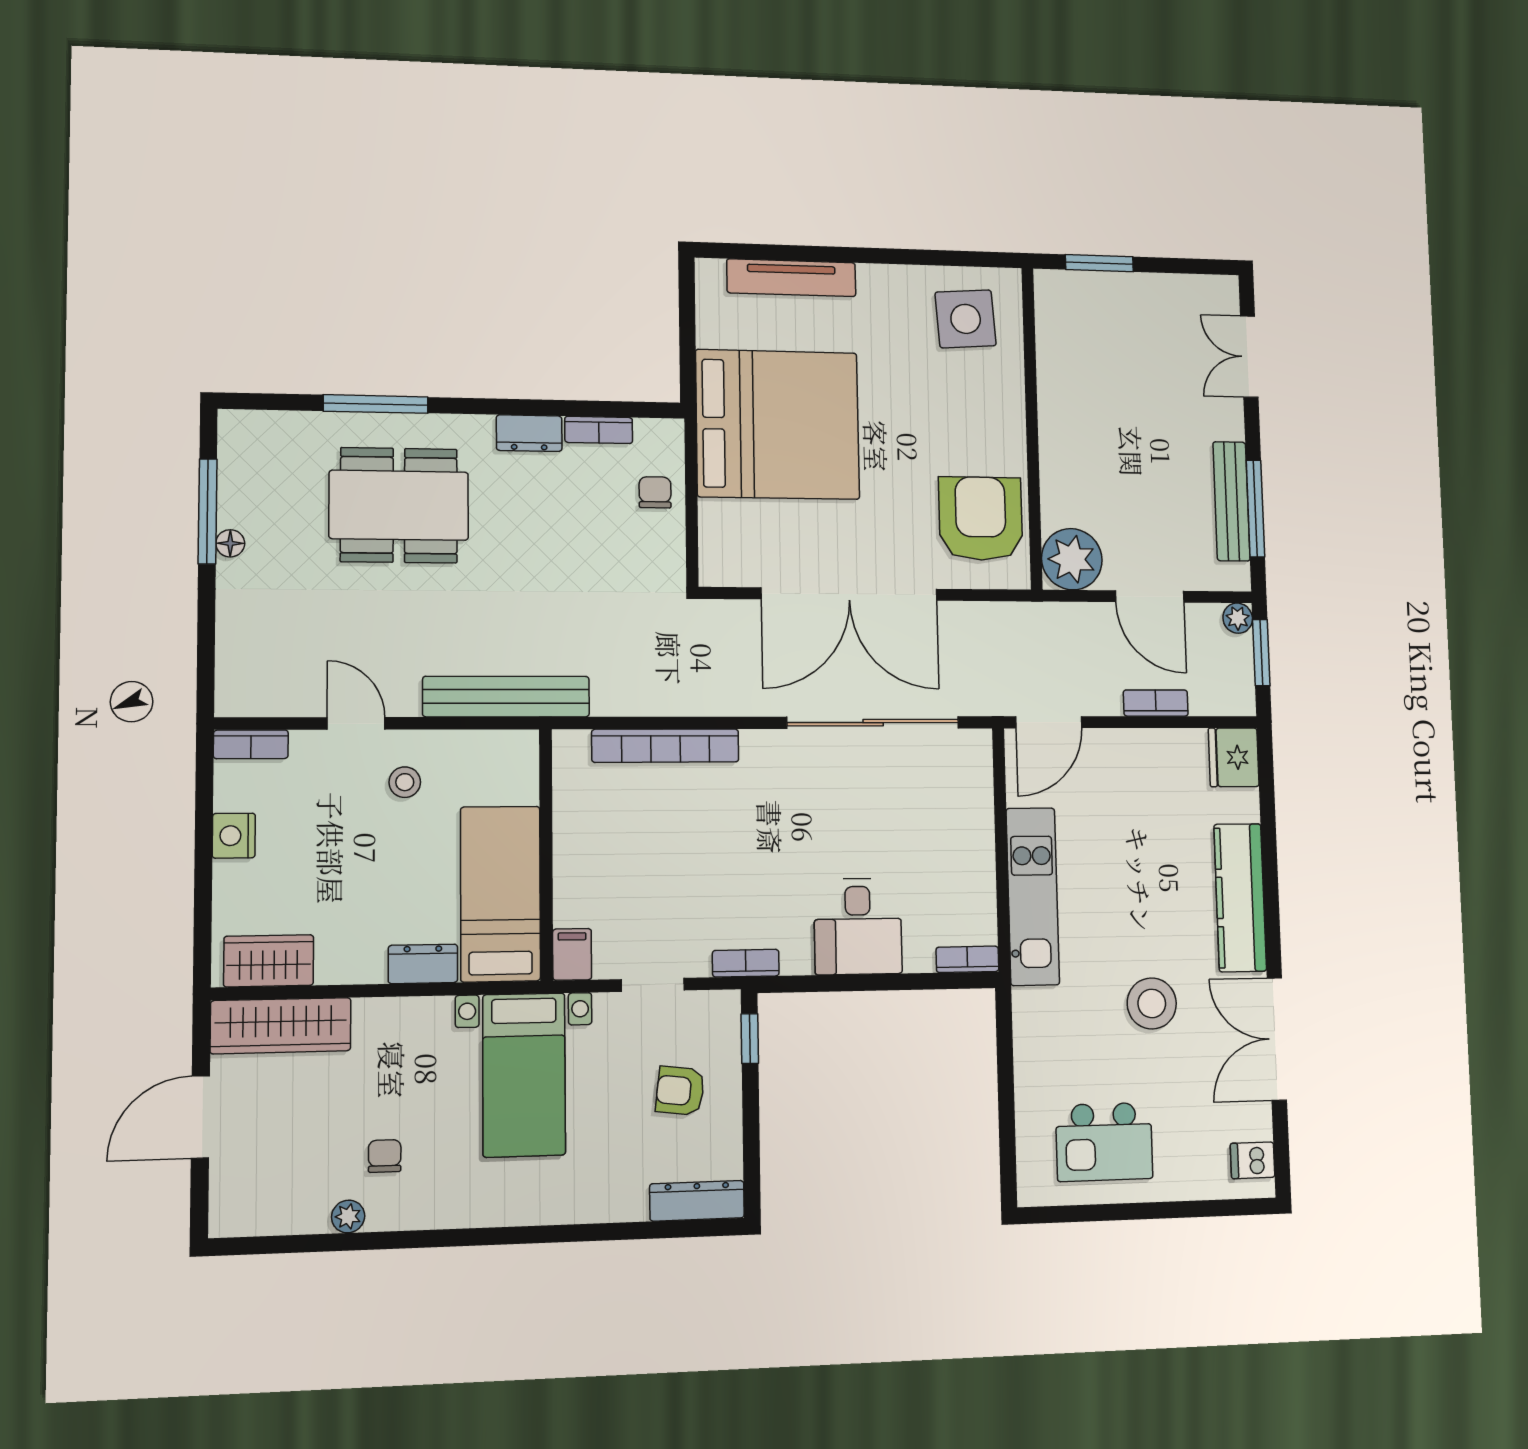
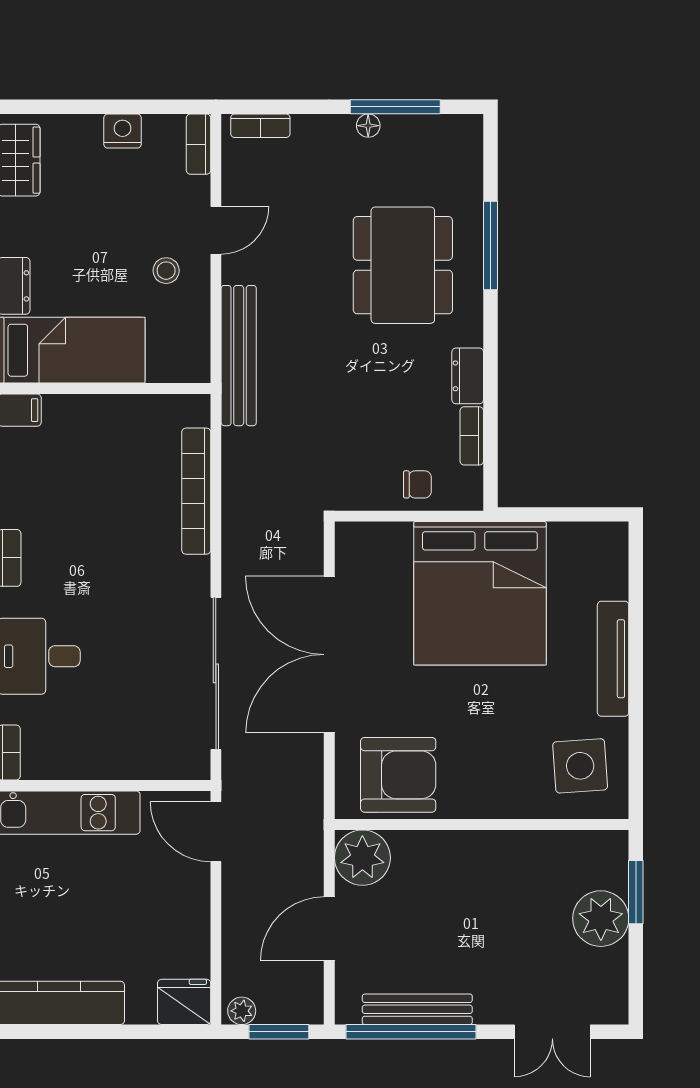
tv unit: (791, 278) -> (613, 659), moved
plant: (1129, 301) -> (601, 919), added
double door: (1249, 357) -> (552, 1032), swing flipped
window: (1255, 509) -> (411, 1032), width x1.46
plant: (1238, 618) -> (242, 1011), moved
bookcase: (1156, 703) -> (260, 126), moved, turned 90

